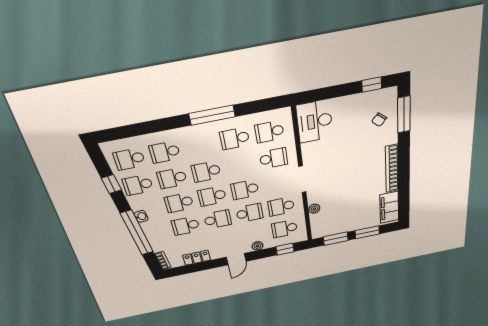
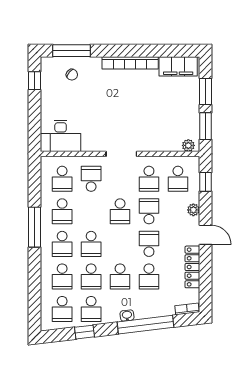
school desk: (212, 196) -> (62, 244), moved
plant: (314, 209) -> (188, 145), moved
locker: (197, 258) -> (192, 267), width x1.53

